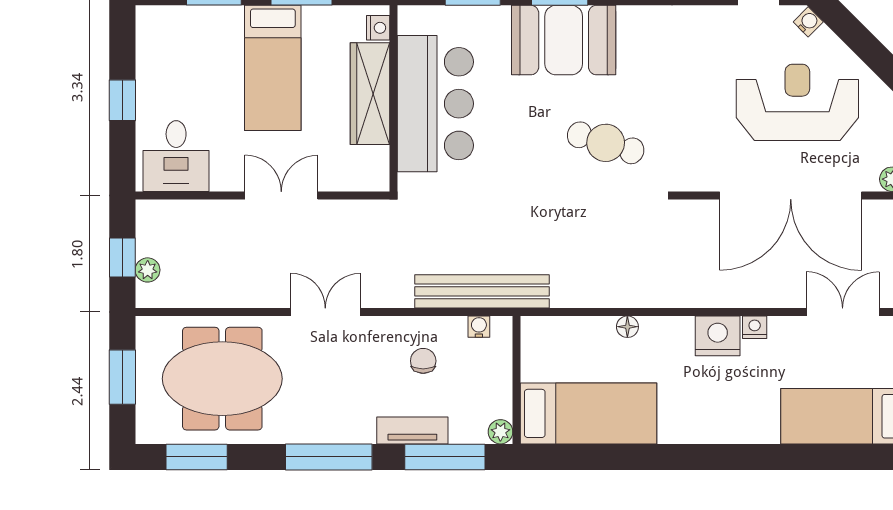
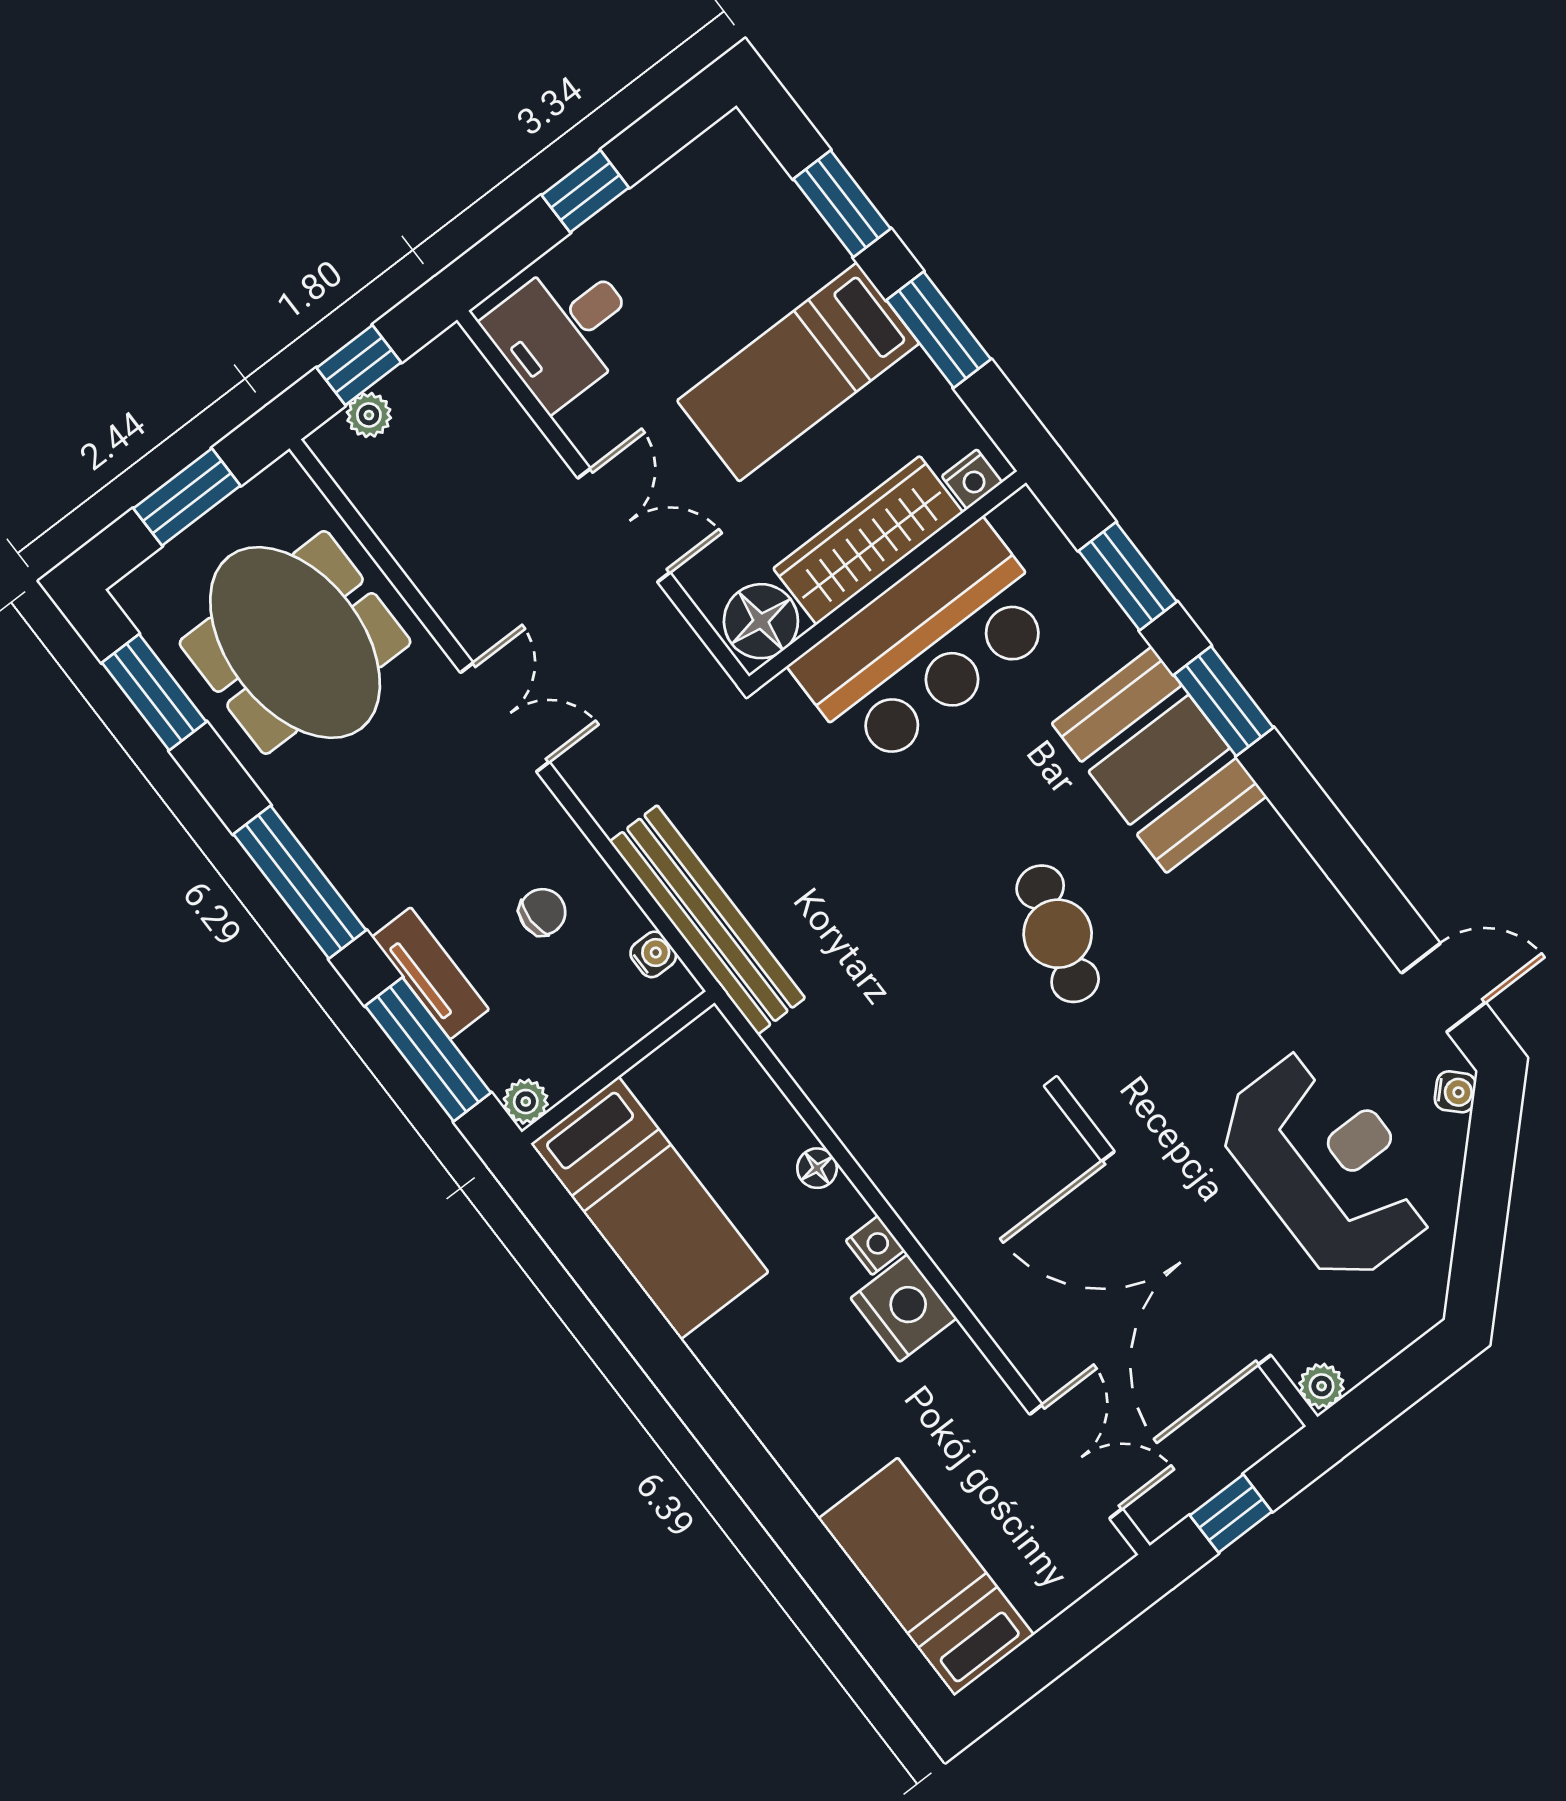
floor lamp: (369, 168) -> (761, 621), added
nightstand: (755, 327) -> (875, 1245), moved

